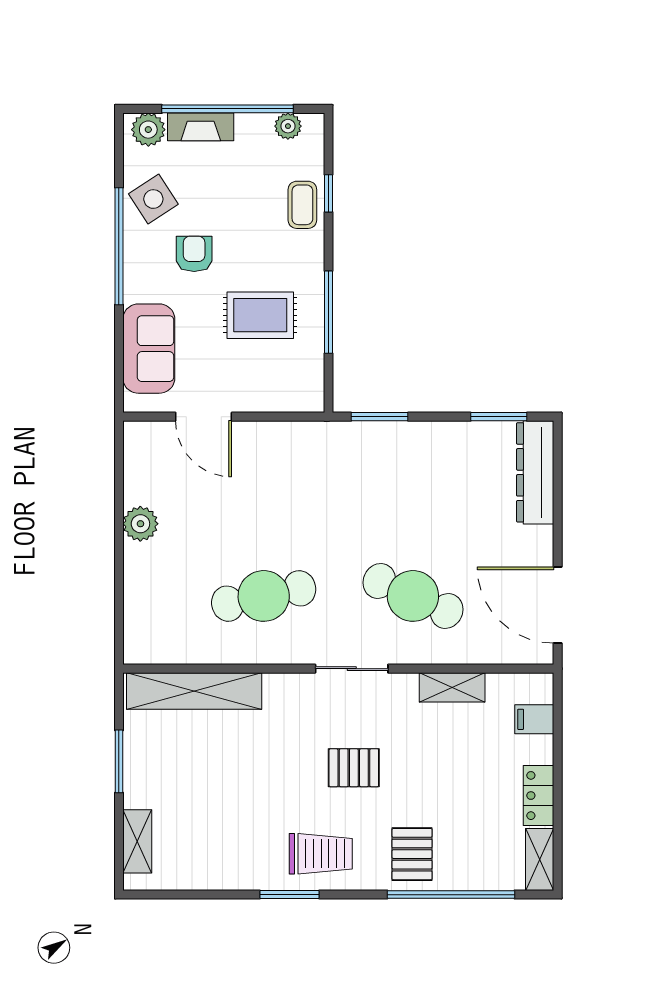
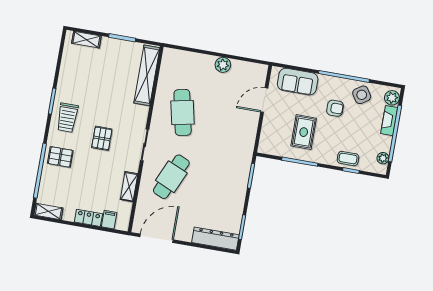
locker: (538, 796) -> (88, 218), moved

